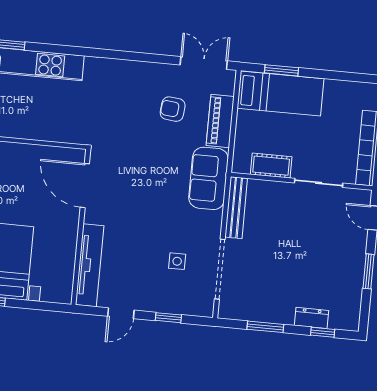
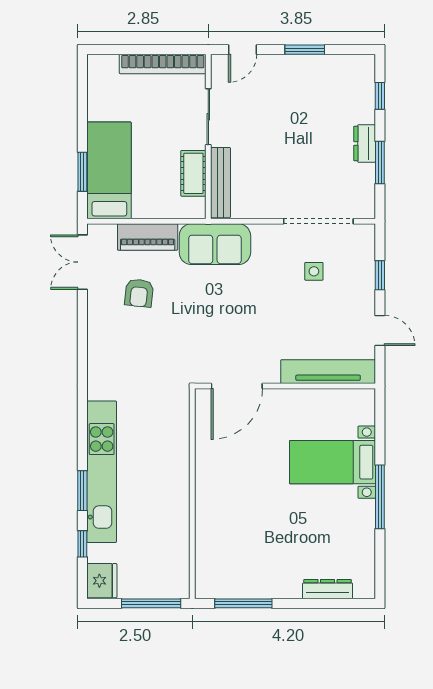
bench: (236, 208) -> (220, 183), moved, turned 90
dresser: (311, 318) -> (365, 143), moved

